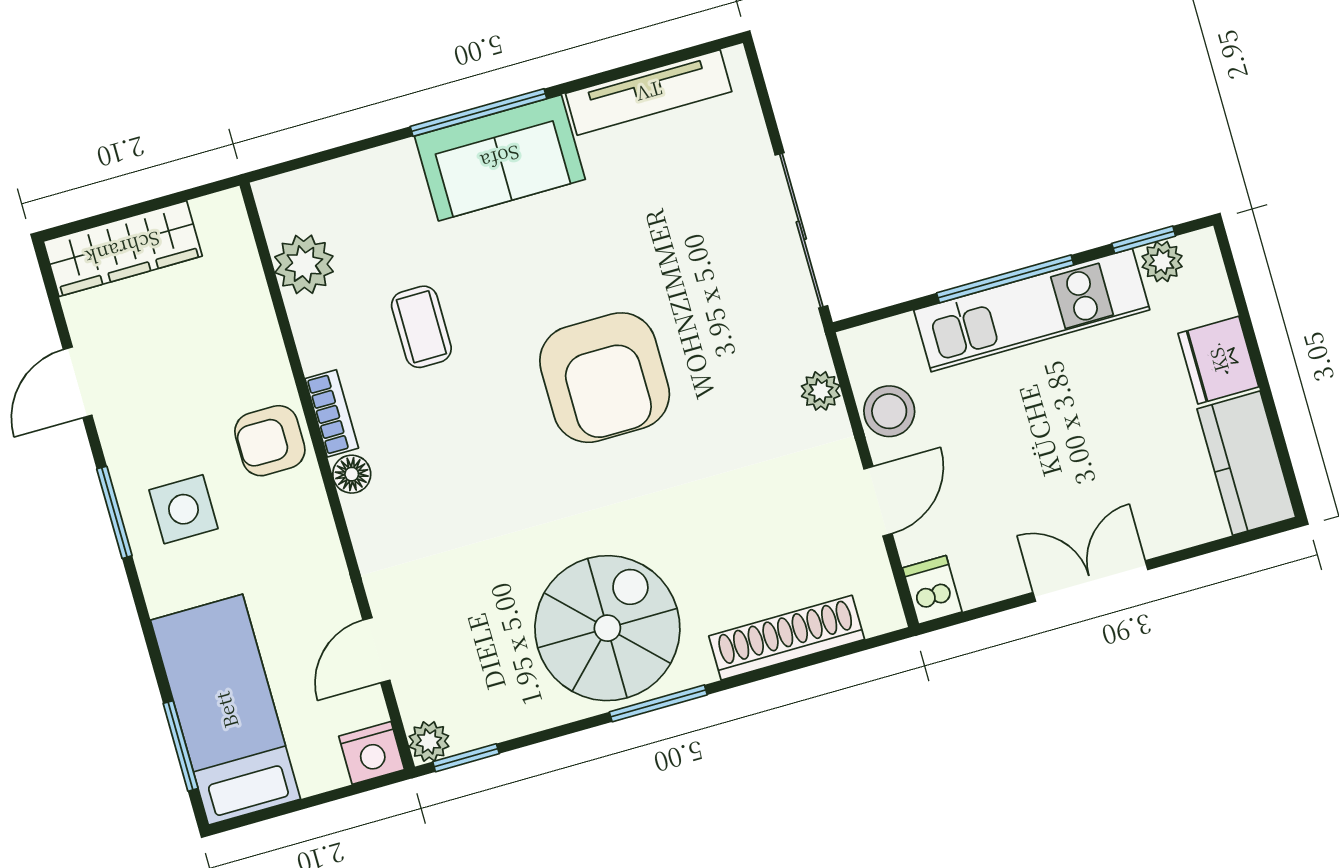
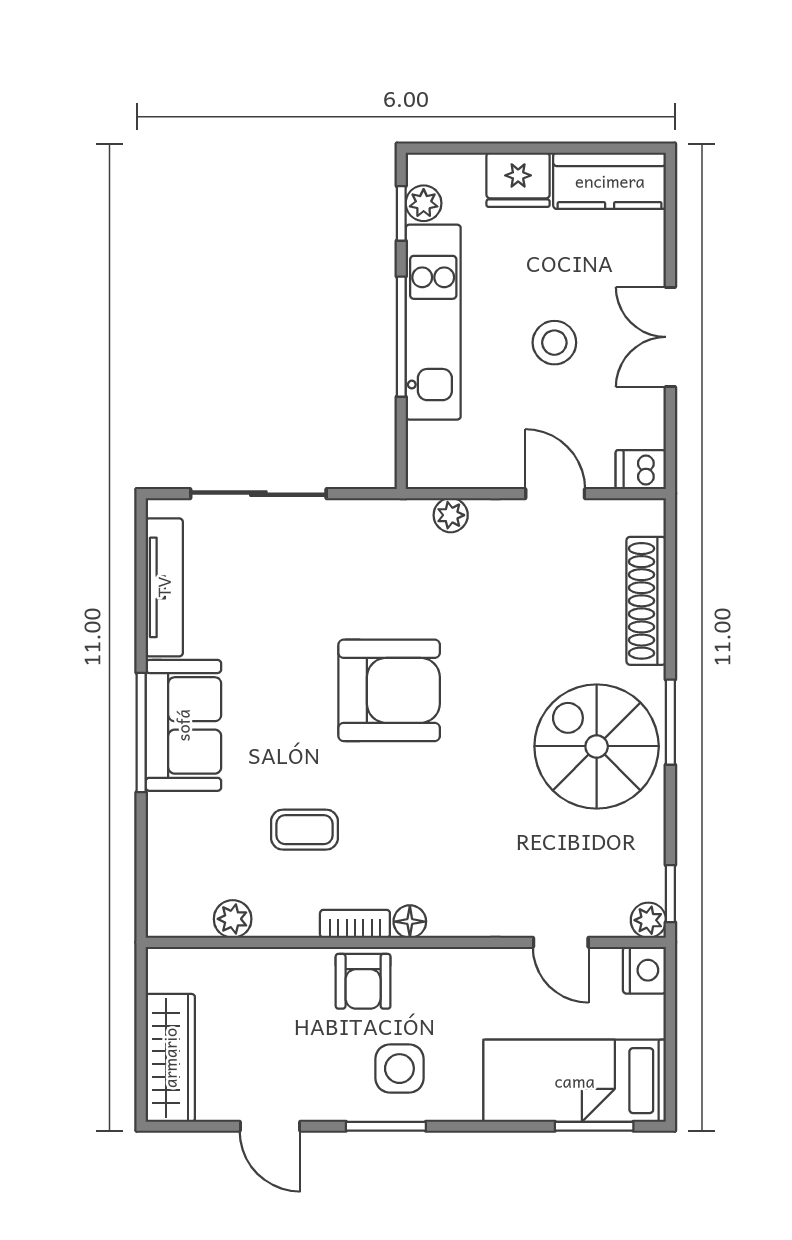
sliding door: (801, 230) -> (258, 494), moved
plant: (304, 264) -> (233, 919), width x0.73, depth x0.73
stool: (889, 411) -> (554, 343), moved

